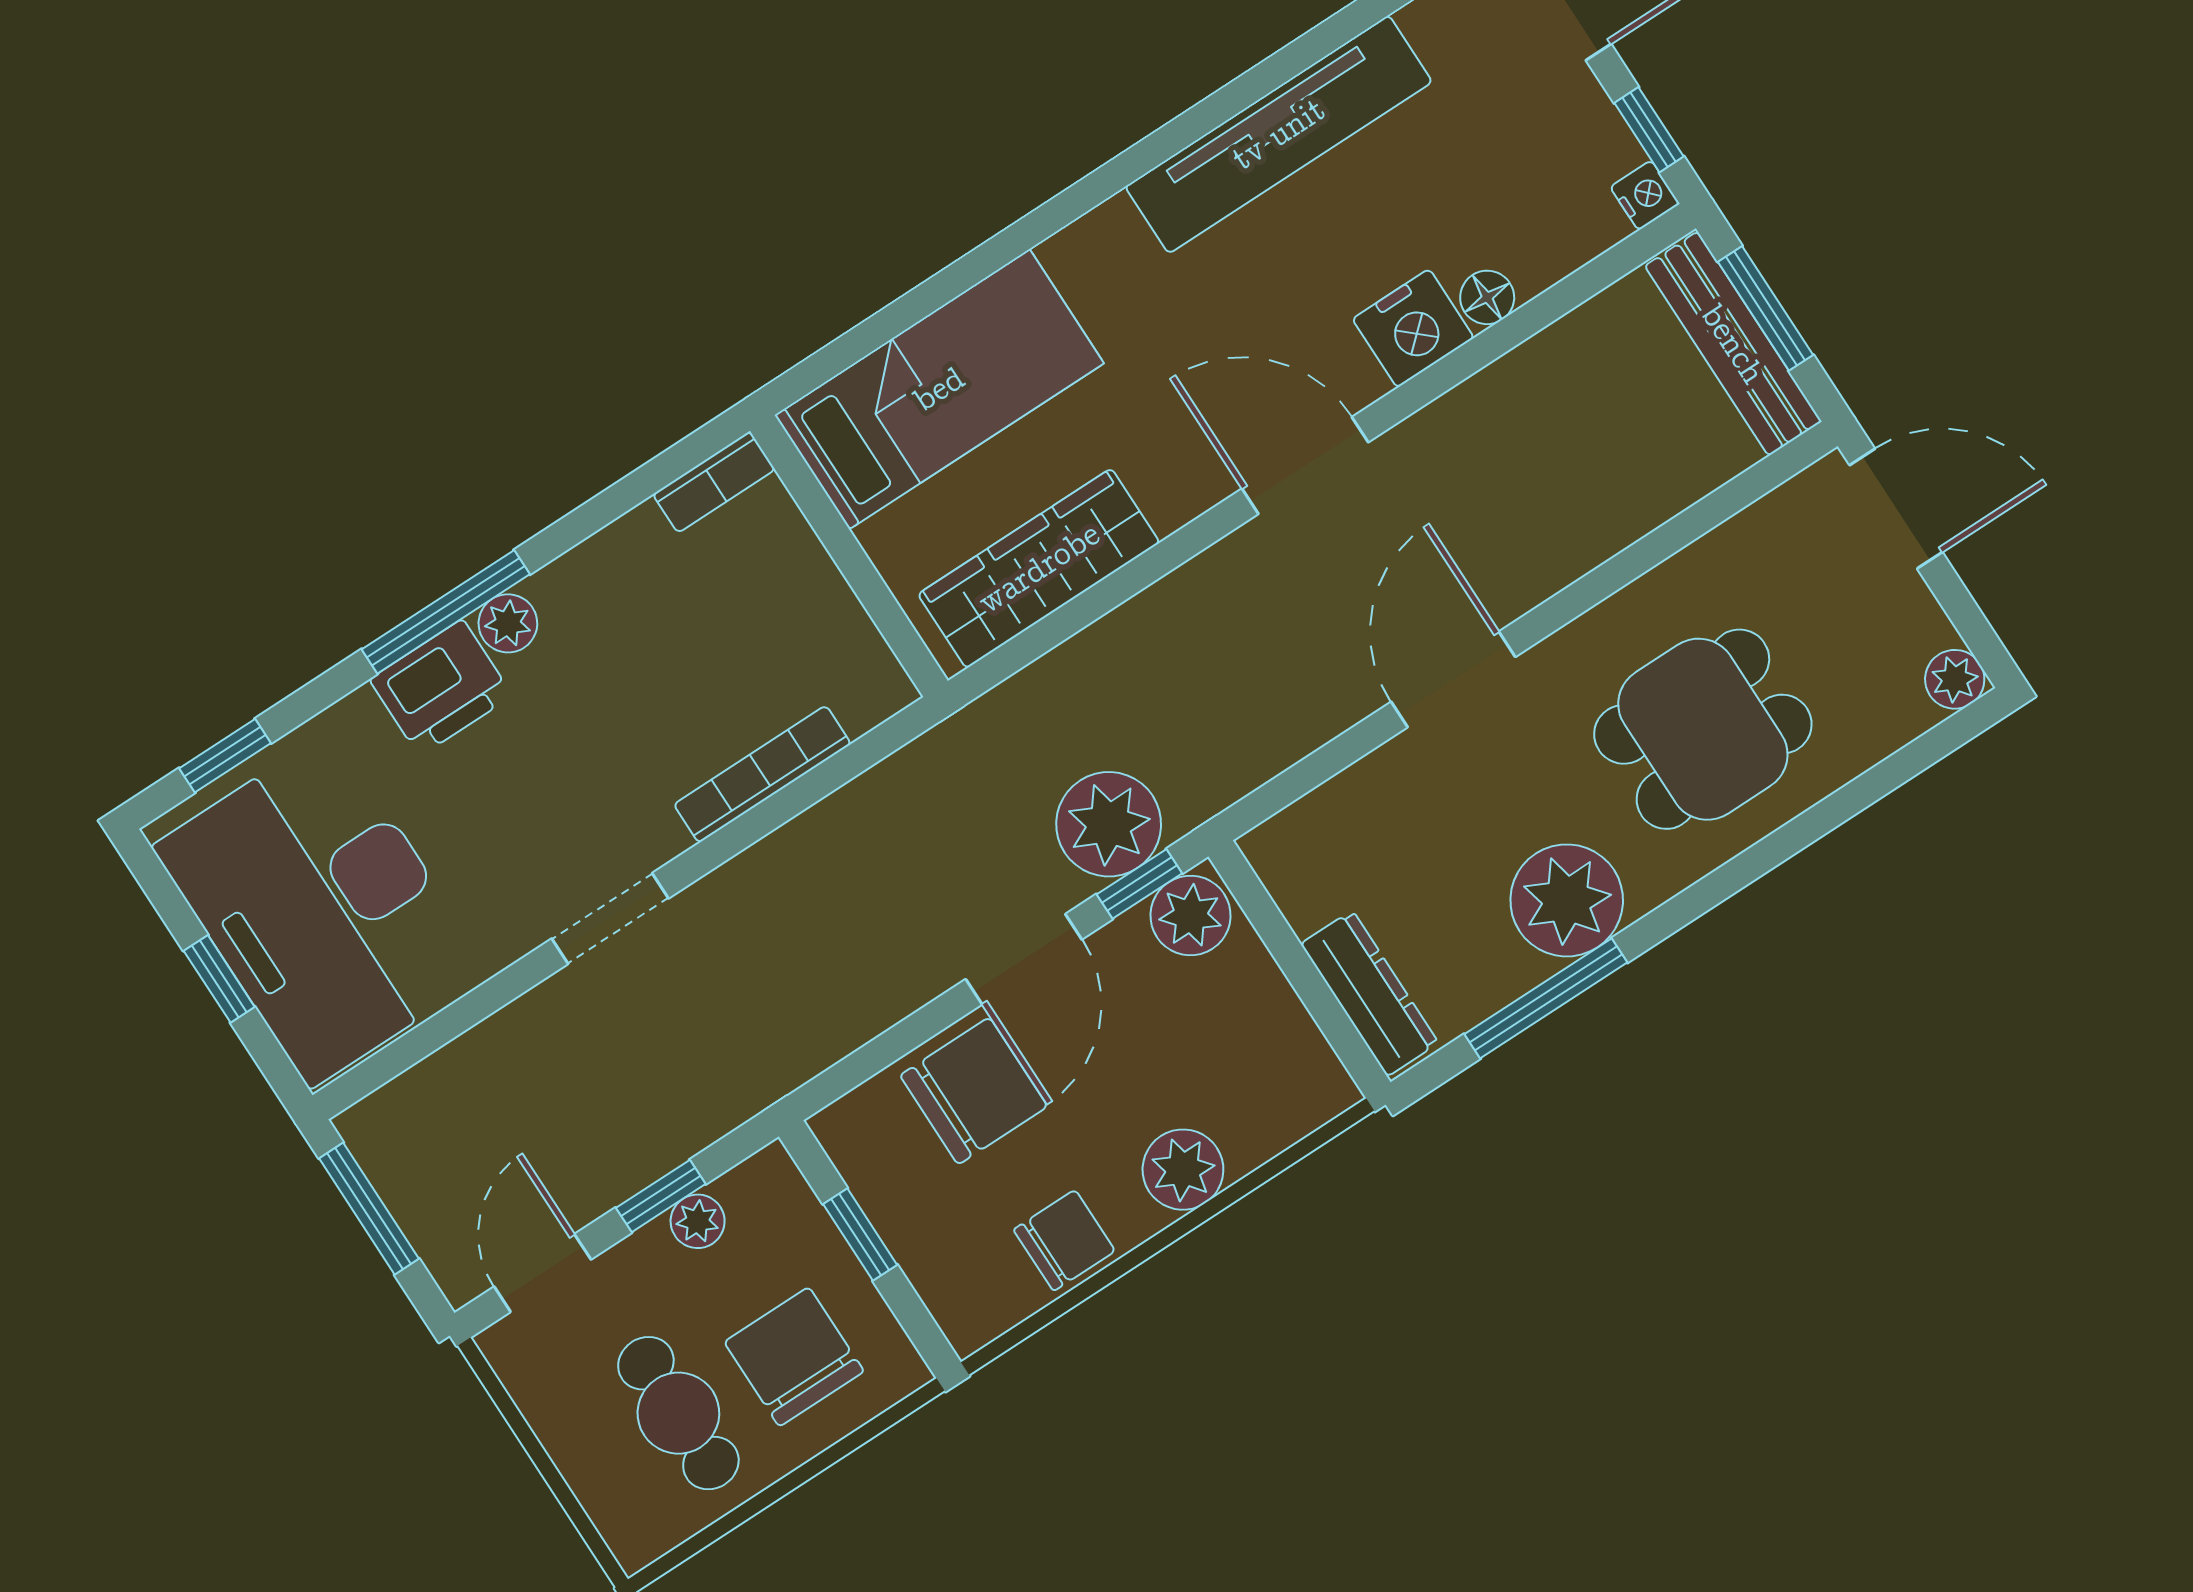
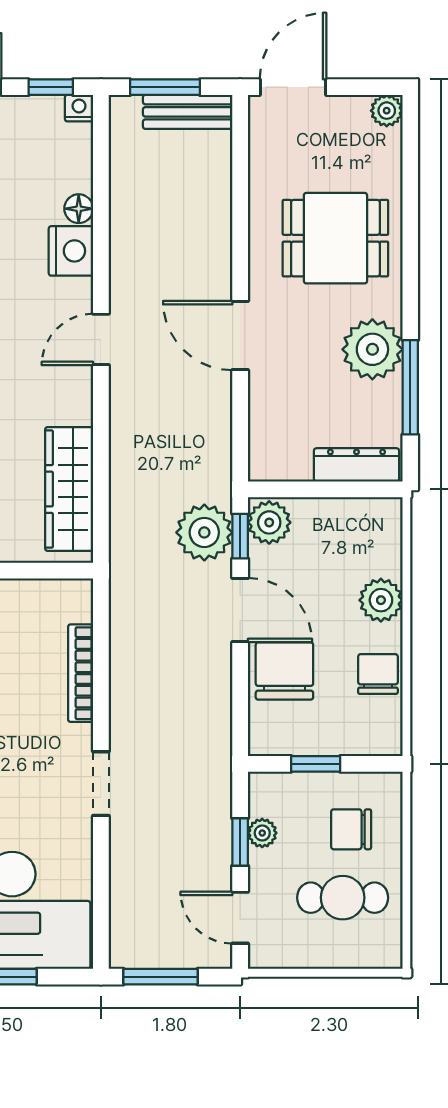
bench: (1733, 344) -> (188, 112), width x0.73
door: (1305, 465) -> (101, 339), width x0.73
dining table: (1703, 729) -> (335, 238), turned 90
chair: (794, 1357) -> (351, 829), width x0.73, depth x0.73

